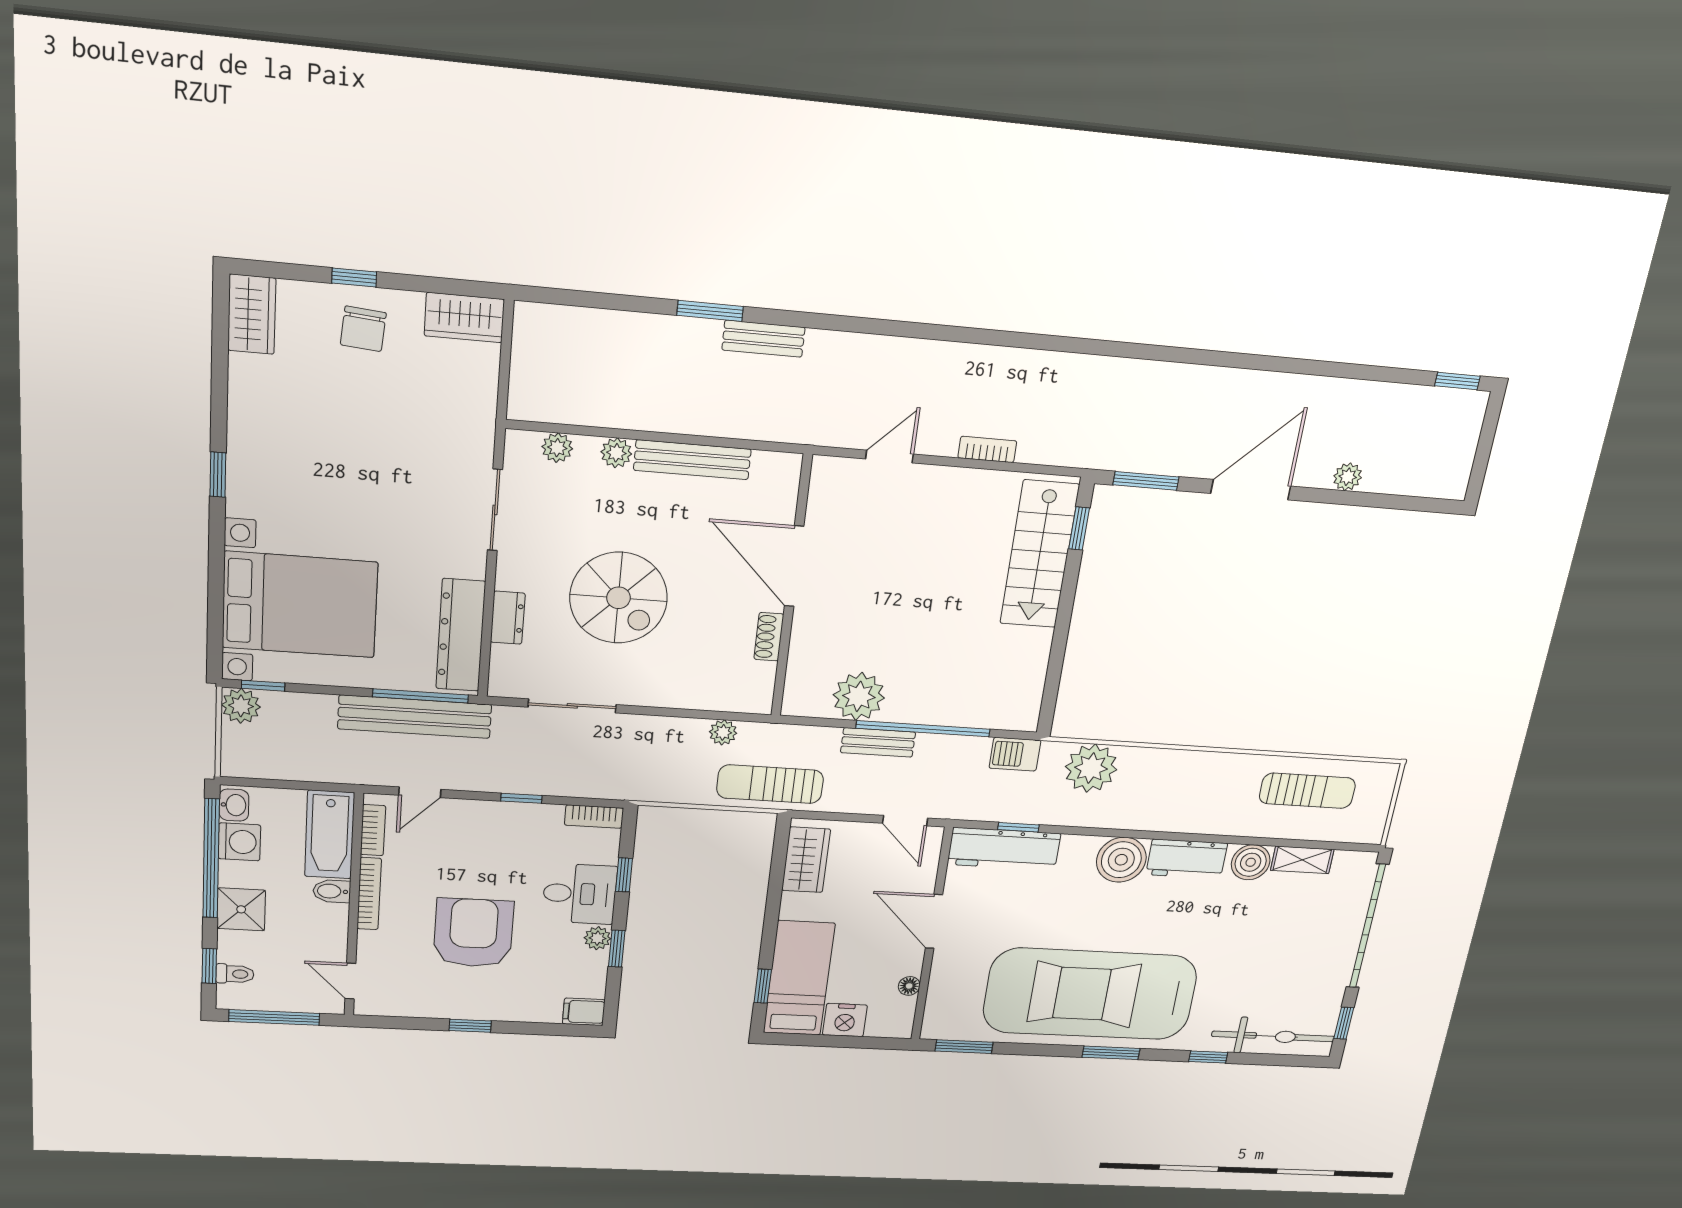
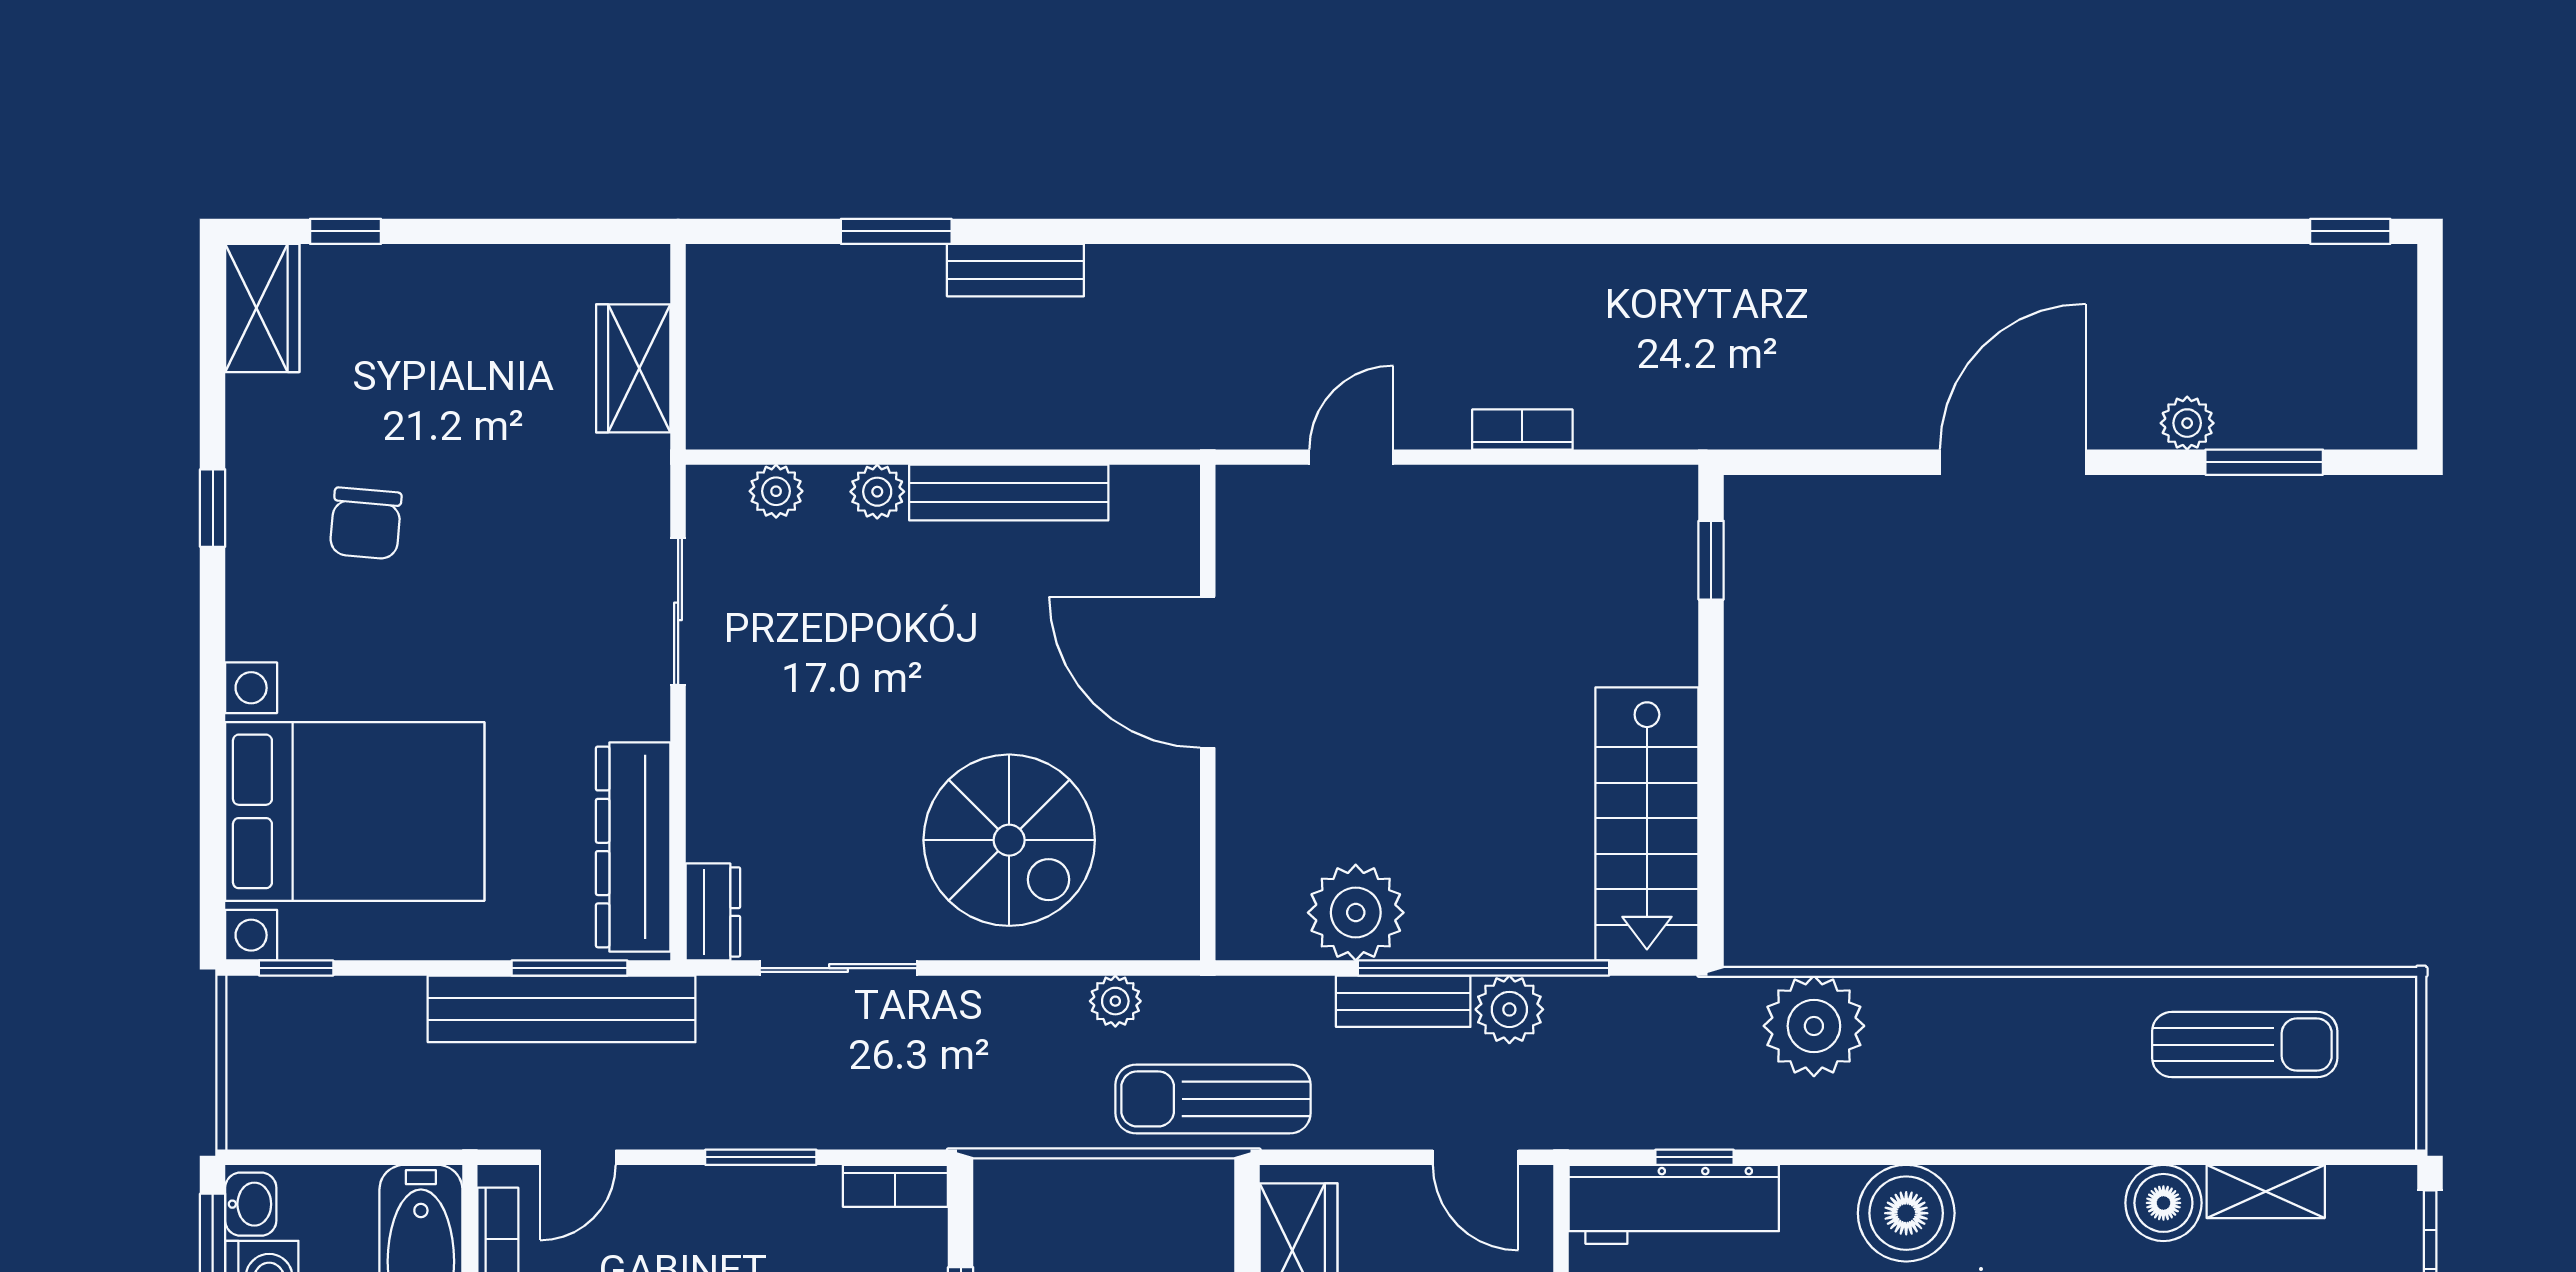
window: (354, 277) -> (346, 231), moved
window: (710, 311) -> (896, 231), moved
wardrobe: (464, 318) -> (633, 368), moved, turned 90
chair: (363, 329) -> (366, 523), moved
bench: (763, 339) -> (1015, 270), moved
window: (218, 475) -> (213, 508), moved
window: (1146, 481) -> (2264, 462), moved
stairs: (1040, 554) -> (1647, 824), moved
spiral stairs: (618, 598) -> (1009, 840), moved
dresser: (508, 618) -> (713, 912), moved
shoe rack: (769, 637) -> (1178, 809), removed
window: (421, 696) -> (570, 968), width x0.69
plant: (241, 706) -> (1509, 1009), moved
barbecue: (1015, 754) -> (1664, 1007), removed
window: (521, 798) -> (761, 1157), width x1.50
workbench: (1187, 859) -> (2035, 1204), removed

